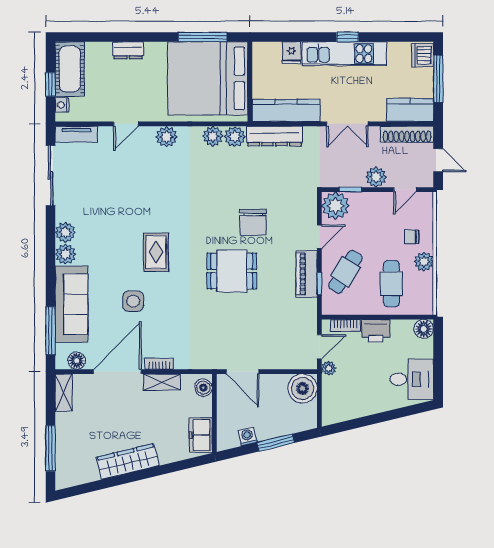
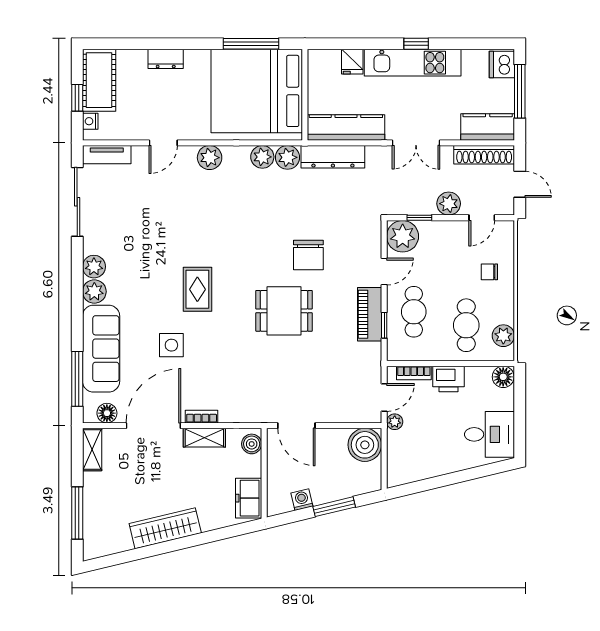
plant: (424, 261) -> (503, 336), moved
cafe table: (345, 272) -> (414, 312), turned -32

